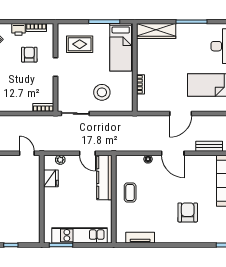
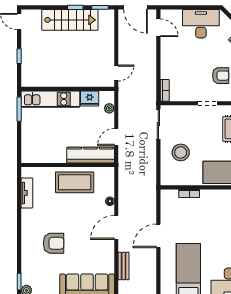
door: (181, 113) -> (158, 236), hinge flipped
coffee table: (130, 193) -> (75, 182), width x1.86, depth x1.72
kitchen unit: (80, 235) -> (50, 99), moved, turned 90

